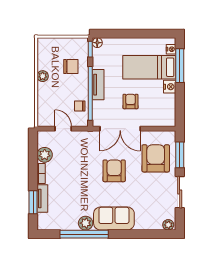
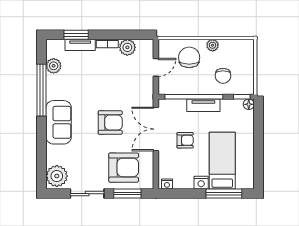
nightstand: (171, 49) -> (167, 184), moved
chair: (80, 106) -> (189, 57), moved, width x1.87, depth x1.87
plant: (86, 223) -> (54, 66), moved
plant: (168, 225) -> (57, 176), width x1.88, depth x1.88

